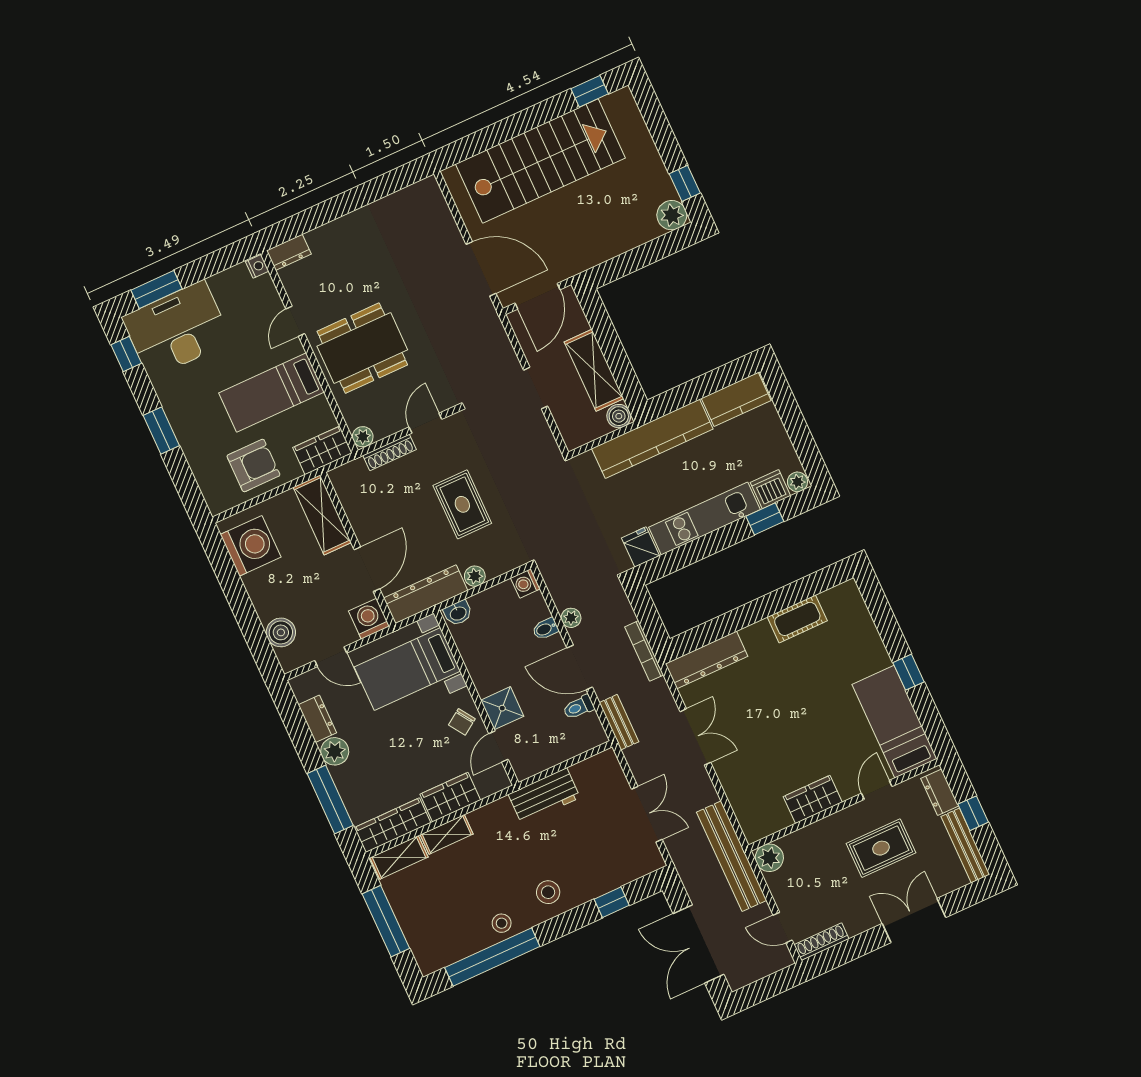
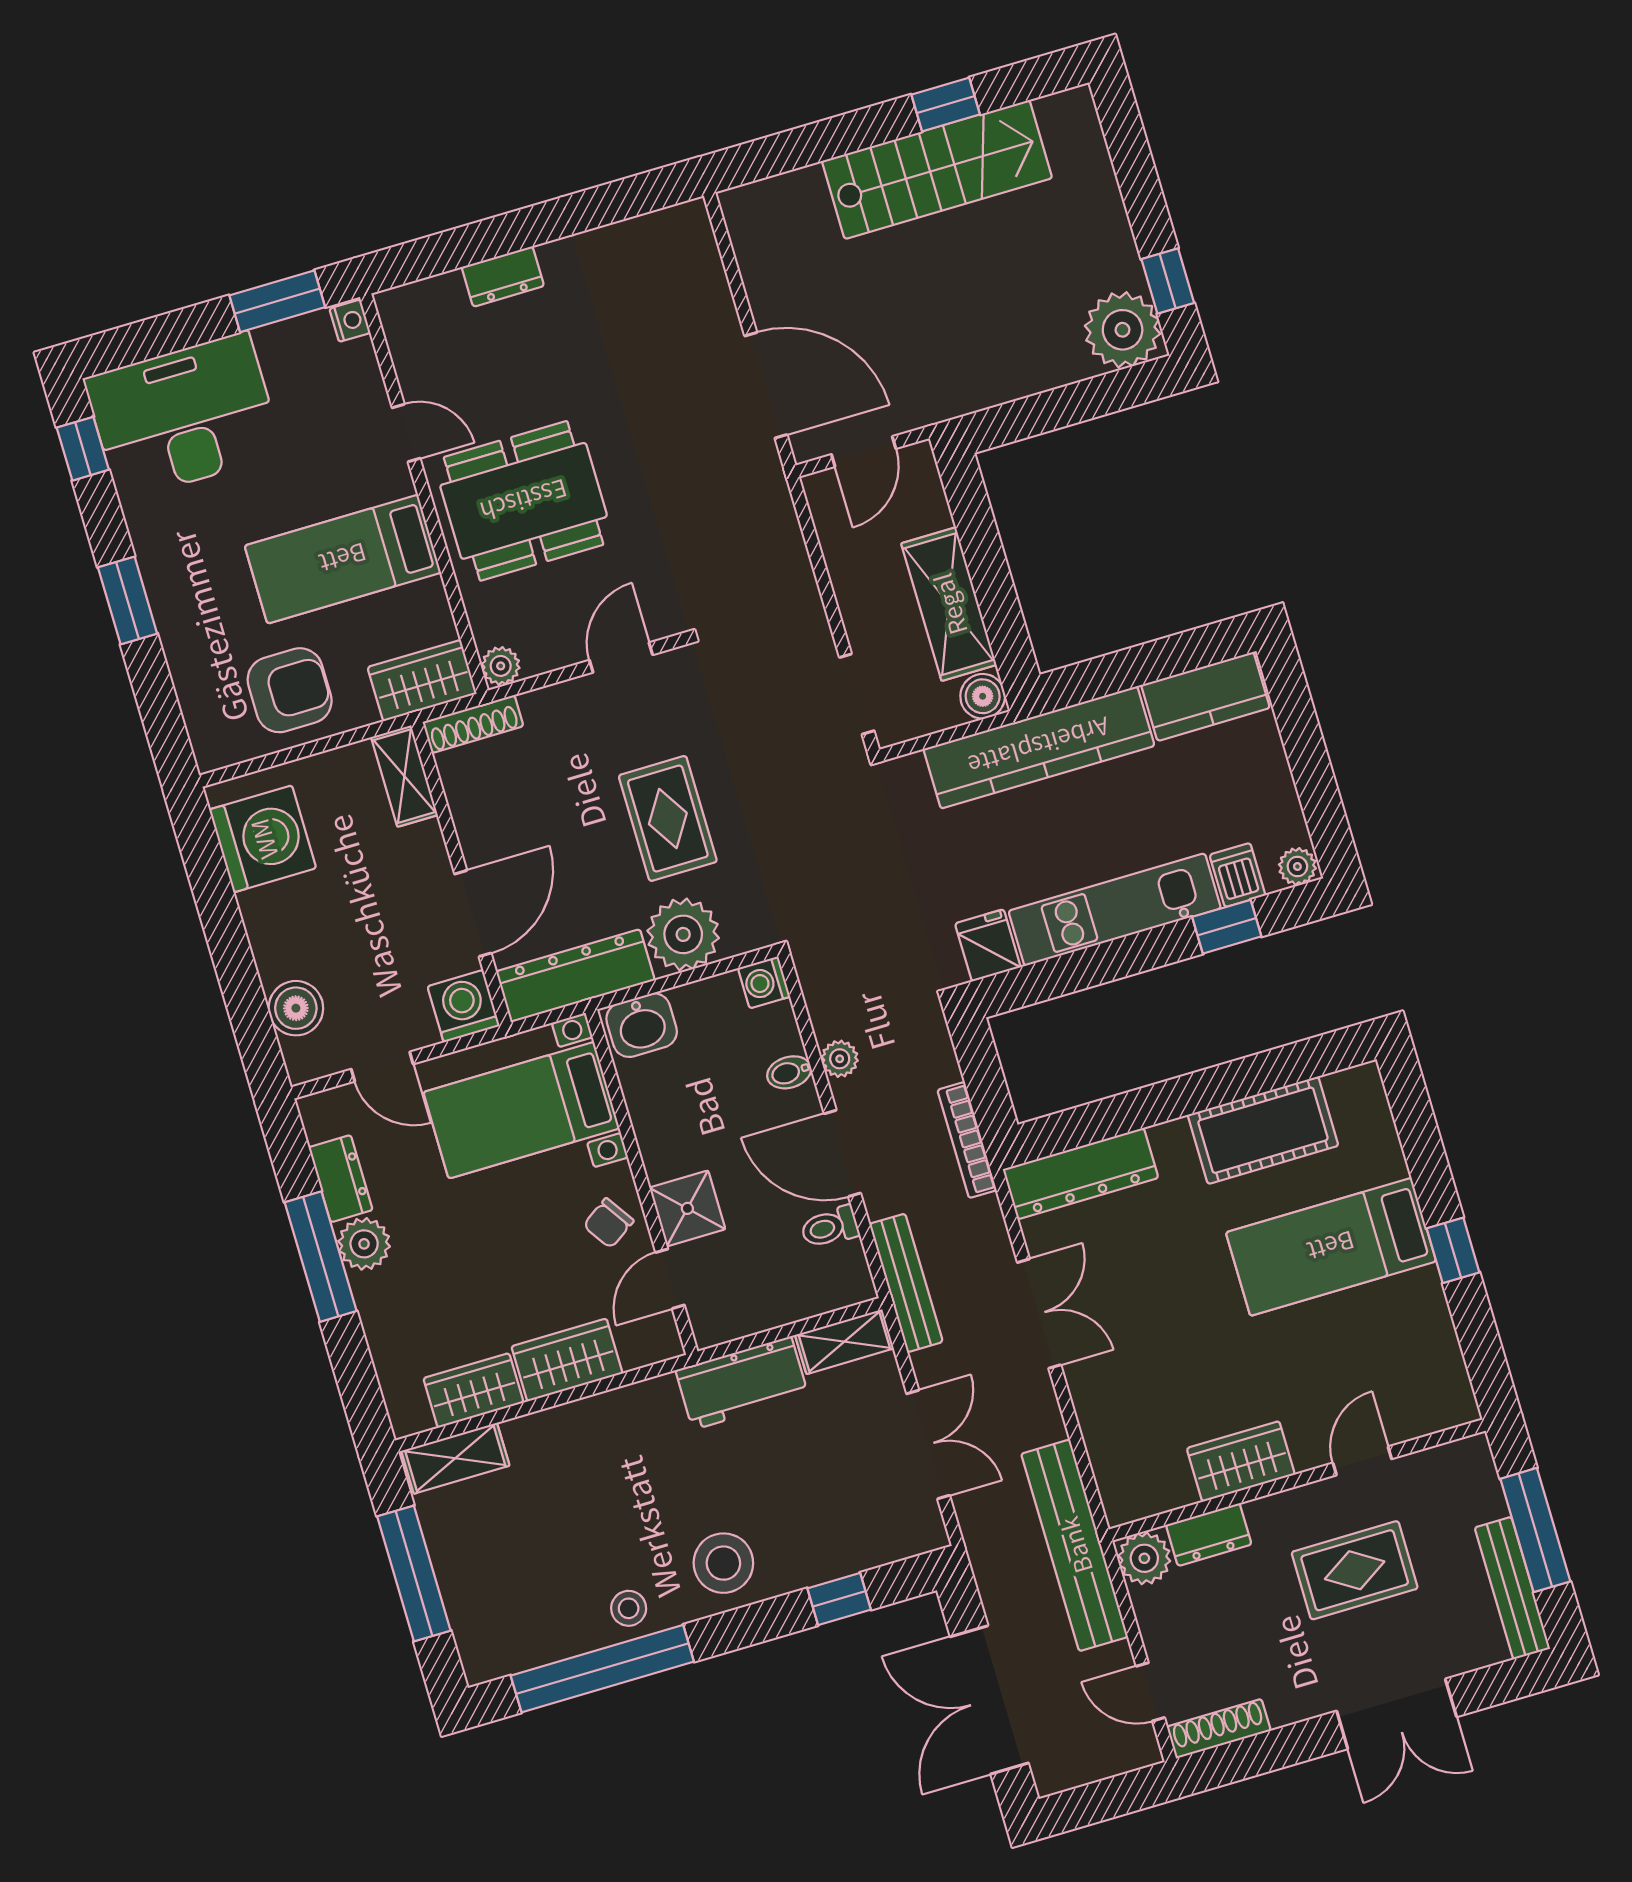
window: (590, 91) -> (946, 105), moved
stairs: (540, 161) -> (937, 170), width x0.73, depth x0.66
plant: (672, 215) -> (1123, 330), width x1.36, depth x1.36
dresser: (289, 252) -> (503, 276), moved
window: (156, 290) -> (277, 301), moved
door: (538, 296) -> (864, 452), width x0.73
door: (295, 321) -> (406, 433), swing flipped
doorway: (536, 388) -> (857, 694), moved
shoe rack: (390, 452) -> (473, 724), moved
dishwasher: (770, 489) -> (1237, 875), width x0.73
shelving: (322, 515) -> (404, 776), width x0.67, depth x0.75
plant: (475, 576) -> (683, 934), width x1.88, depth x1.88
washbasin: (458, 613) -> (642, 1025), width x1.38, depth x1.45
cot: (797, 619) -> (1263, 1130), width x1.37, depth x1.34
bench: (619, 722) -> (906, 1283), width x1.36
bed: (894, 722) -> (1331, 1247), moved, turned -90
dresser: (940, 792) -> (1209, 1535), moved, turned -90
window: (330, 799) -> (321, 1257), moved
window: (973, 813) -> (1535, 1530), width x2.17
wardrobe: (393, 825) -> (473, 1390), width x0.67
shelving: (447, 834) -> (844, 1342), moved
stool: (548, 892) -> (723, 1563), width x1.38, depth x1.38
double door: (914, 921) -> (1397, 1714), swing flipped

